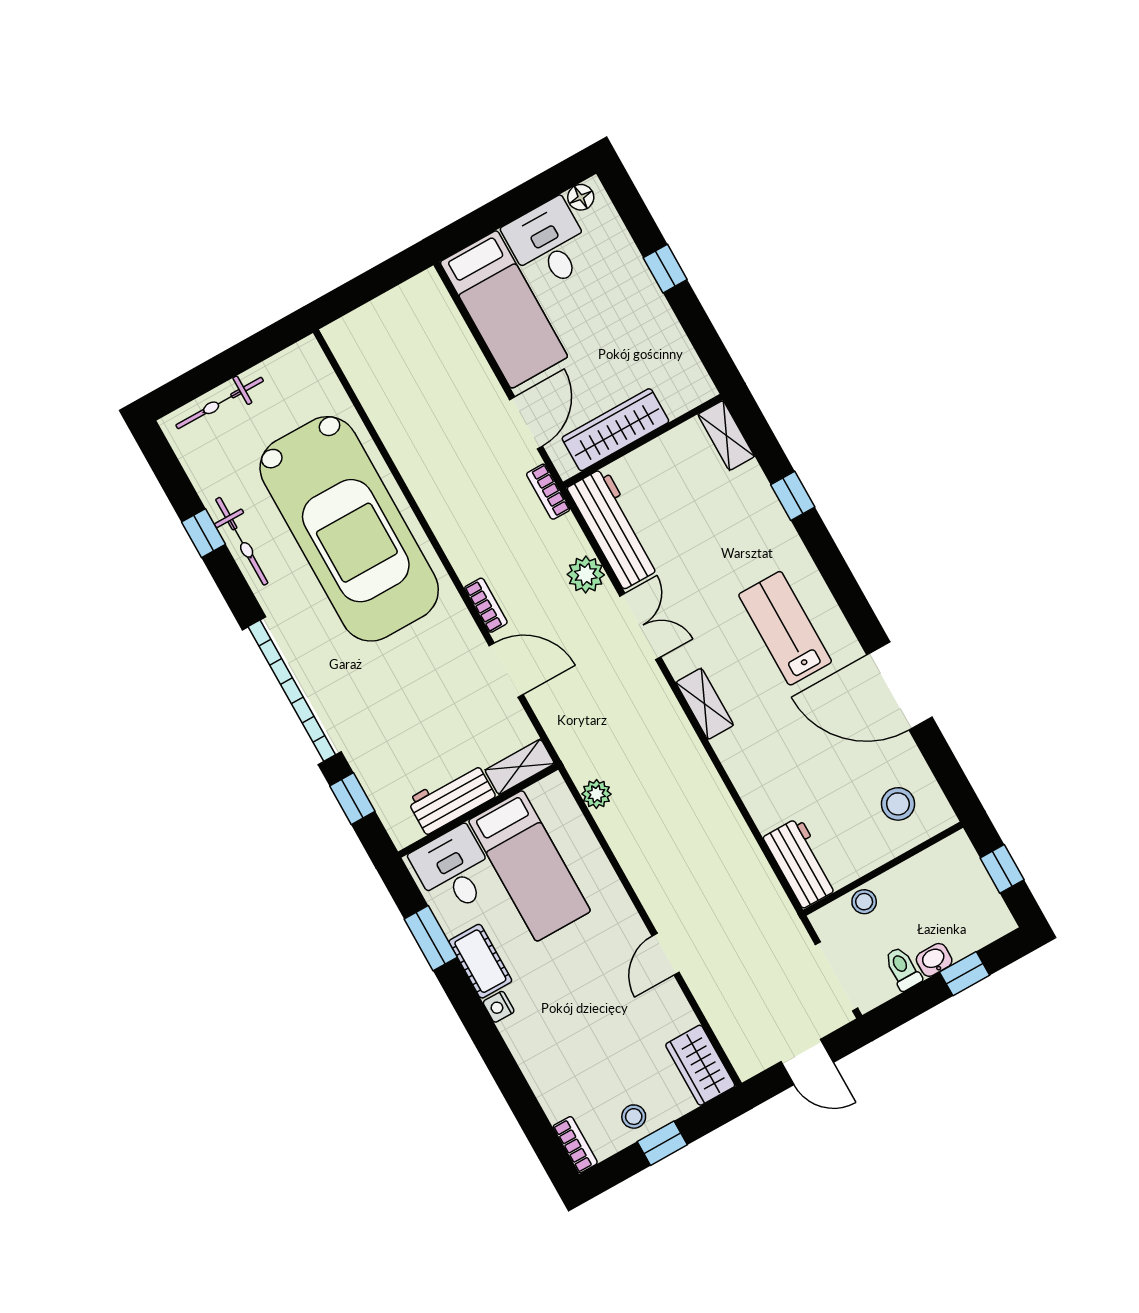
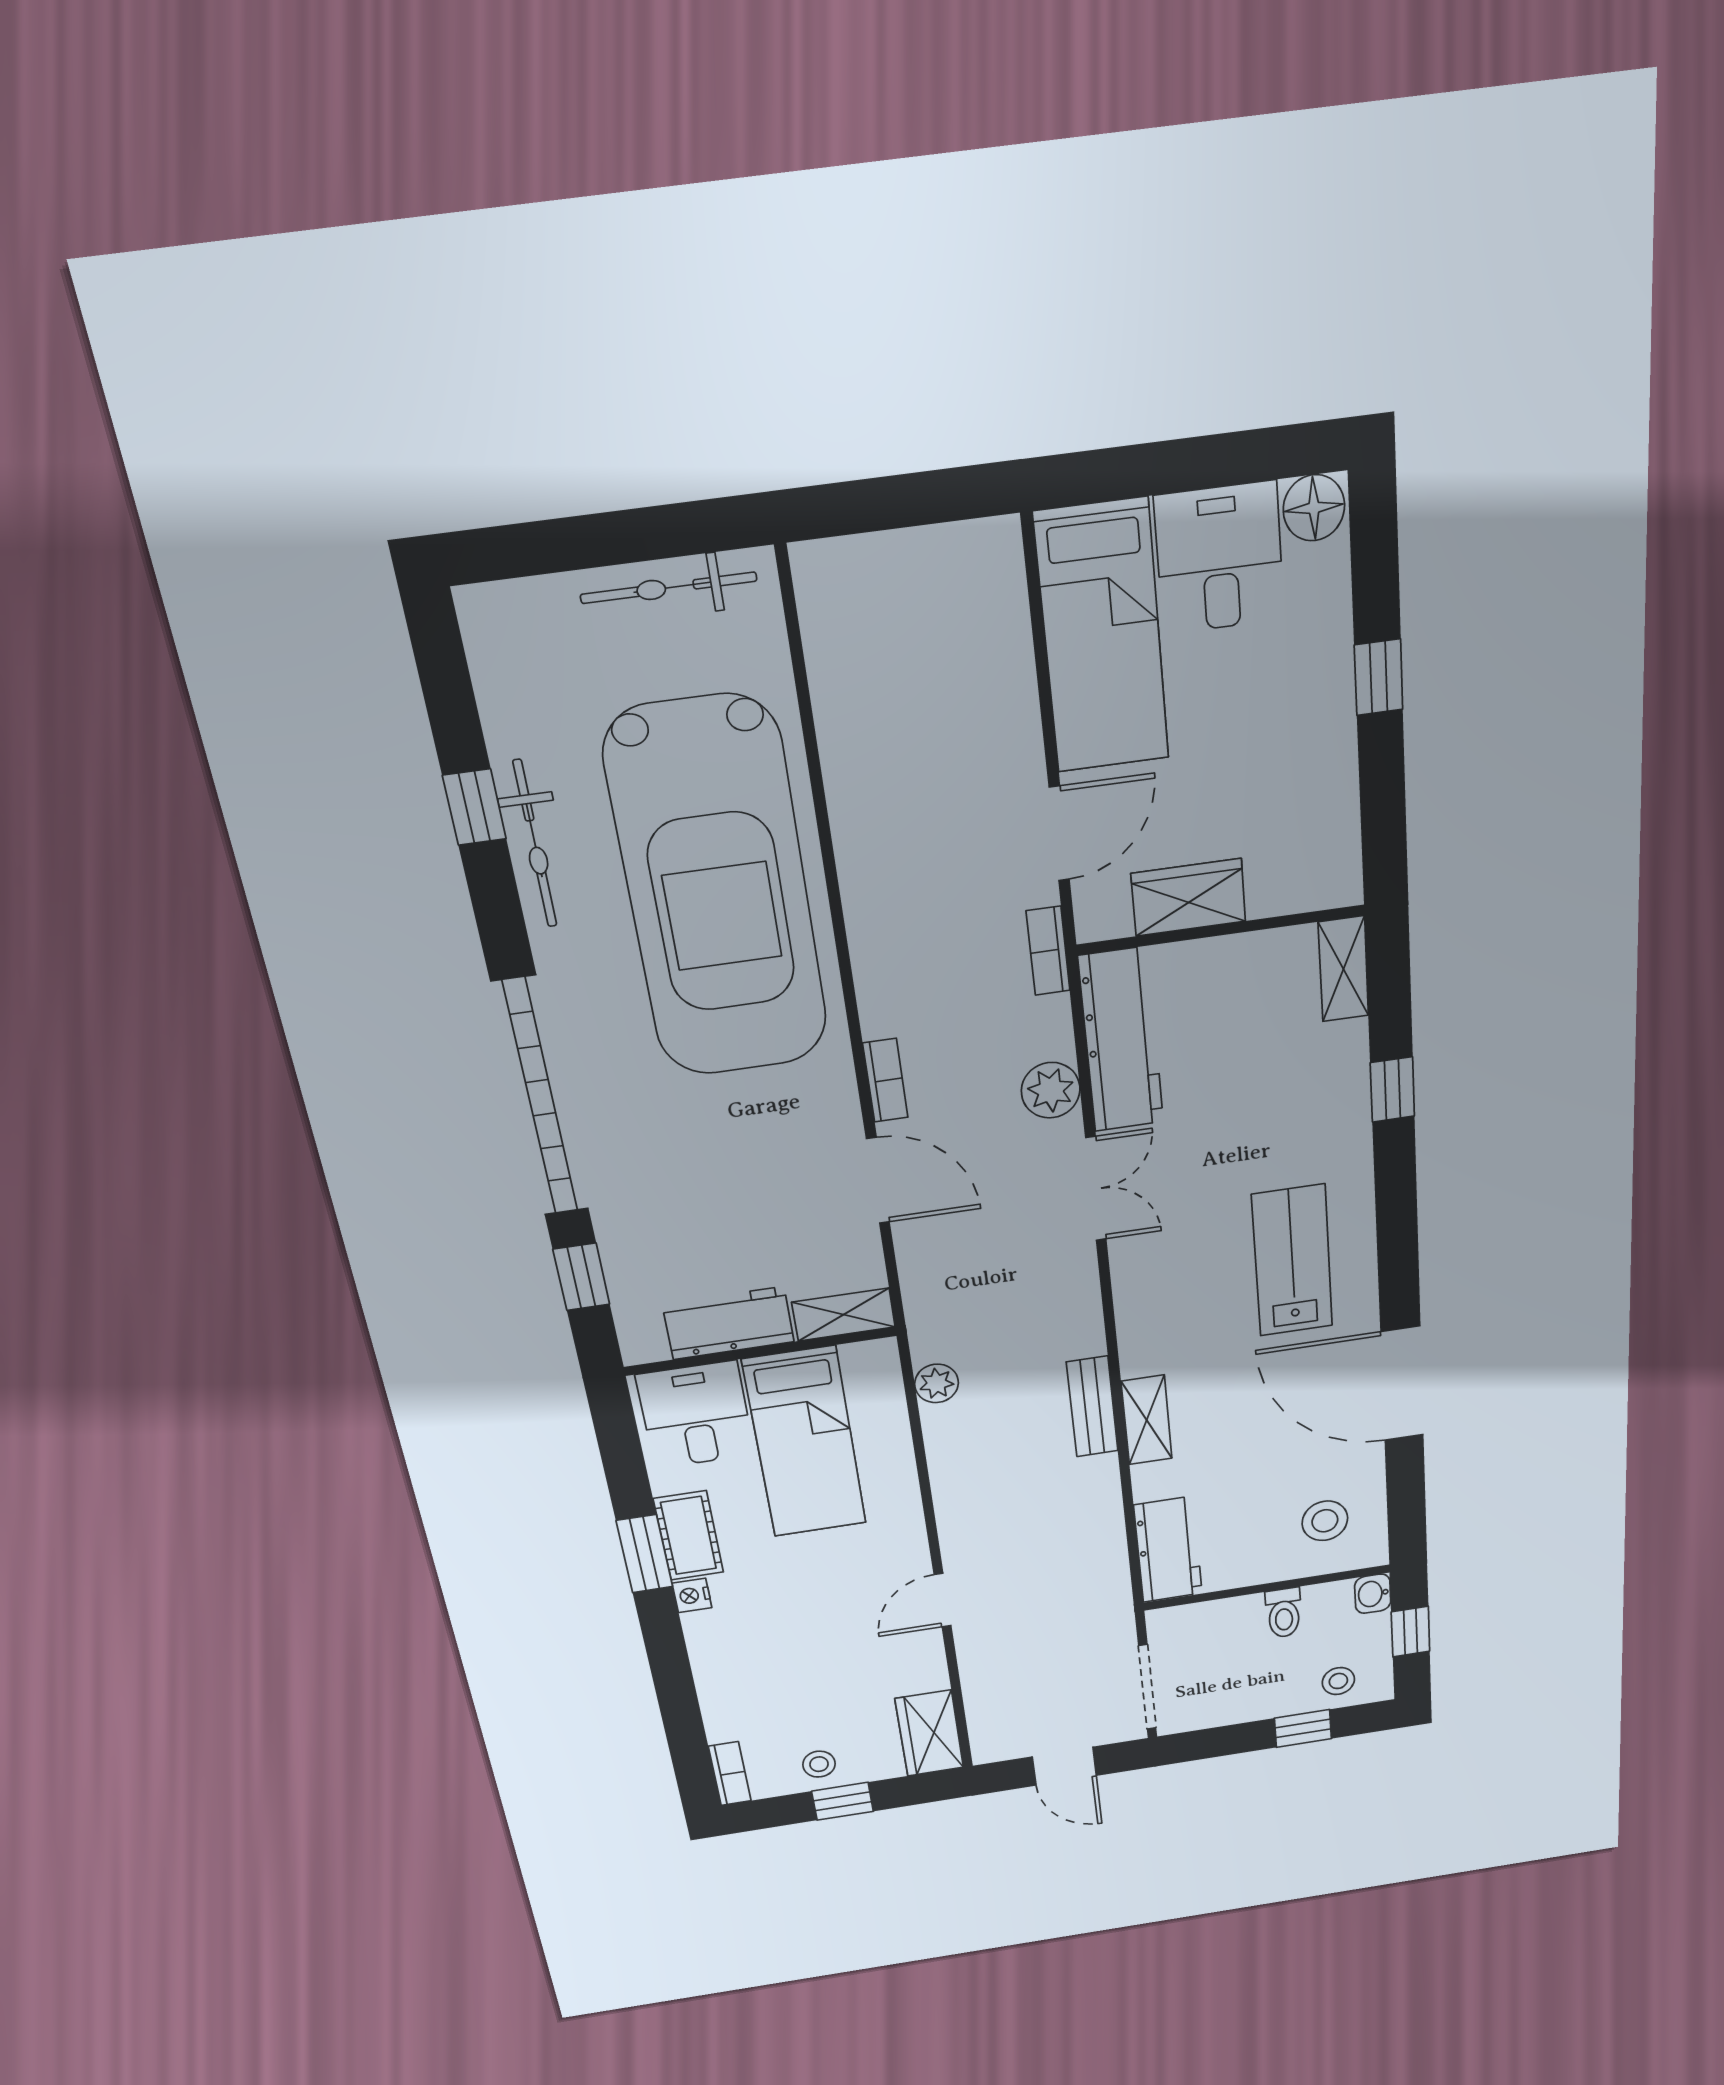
floor lamp: (581, 197) -> (1314, 508), width x1.37, depth x1.37
bicycle: (220, 403) -> (669, 588), moved
wardrobe: (615, 430) -> (1188, 897), width x0.67
shelving: (705, 704) -> (1147, 1420), moved
bench: (703, 775) -> (1092, 1407), added
stool: (864, 902) -> (1338, 1681), moved
window: (431, 938) -> (644, 1554), moved
washbasin: (934, 960) -> (1373, 1594), moved, turned -90
toilet: (903, 969) -> (1284, 1613), moved, turned 180

